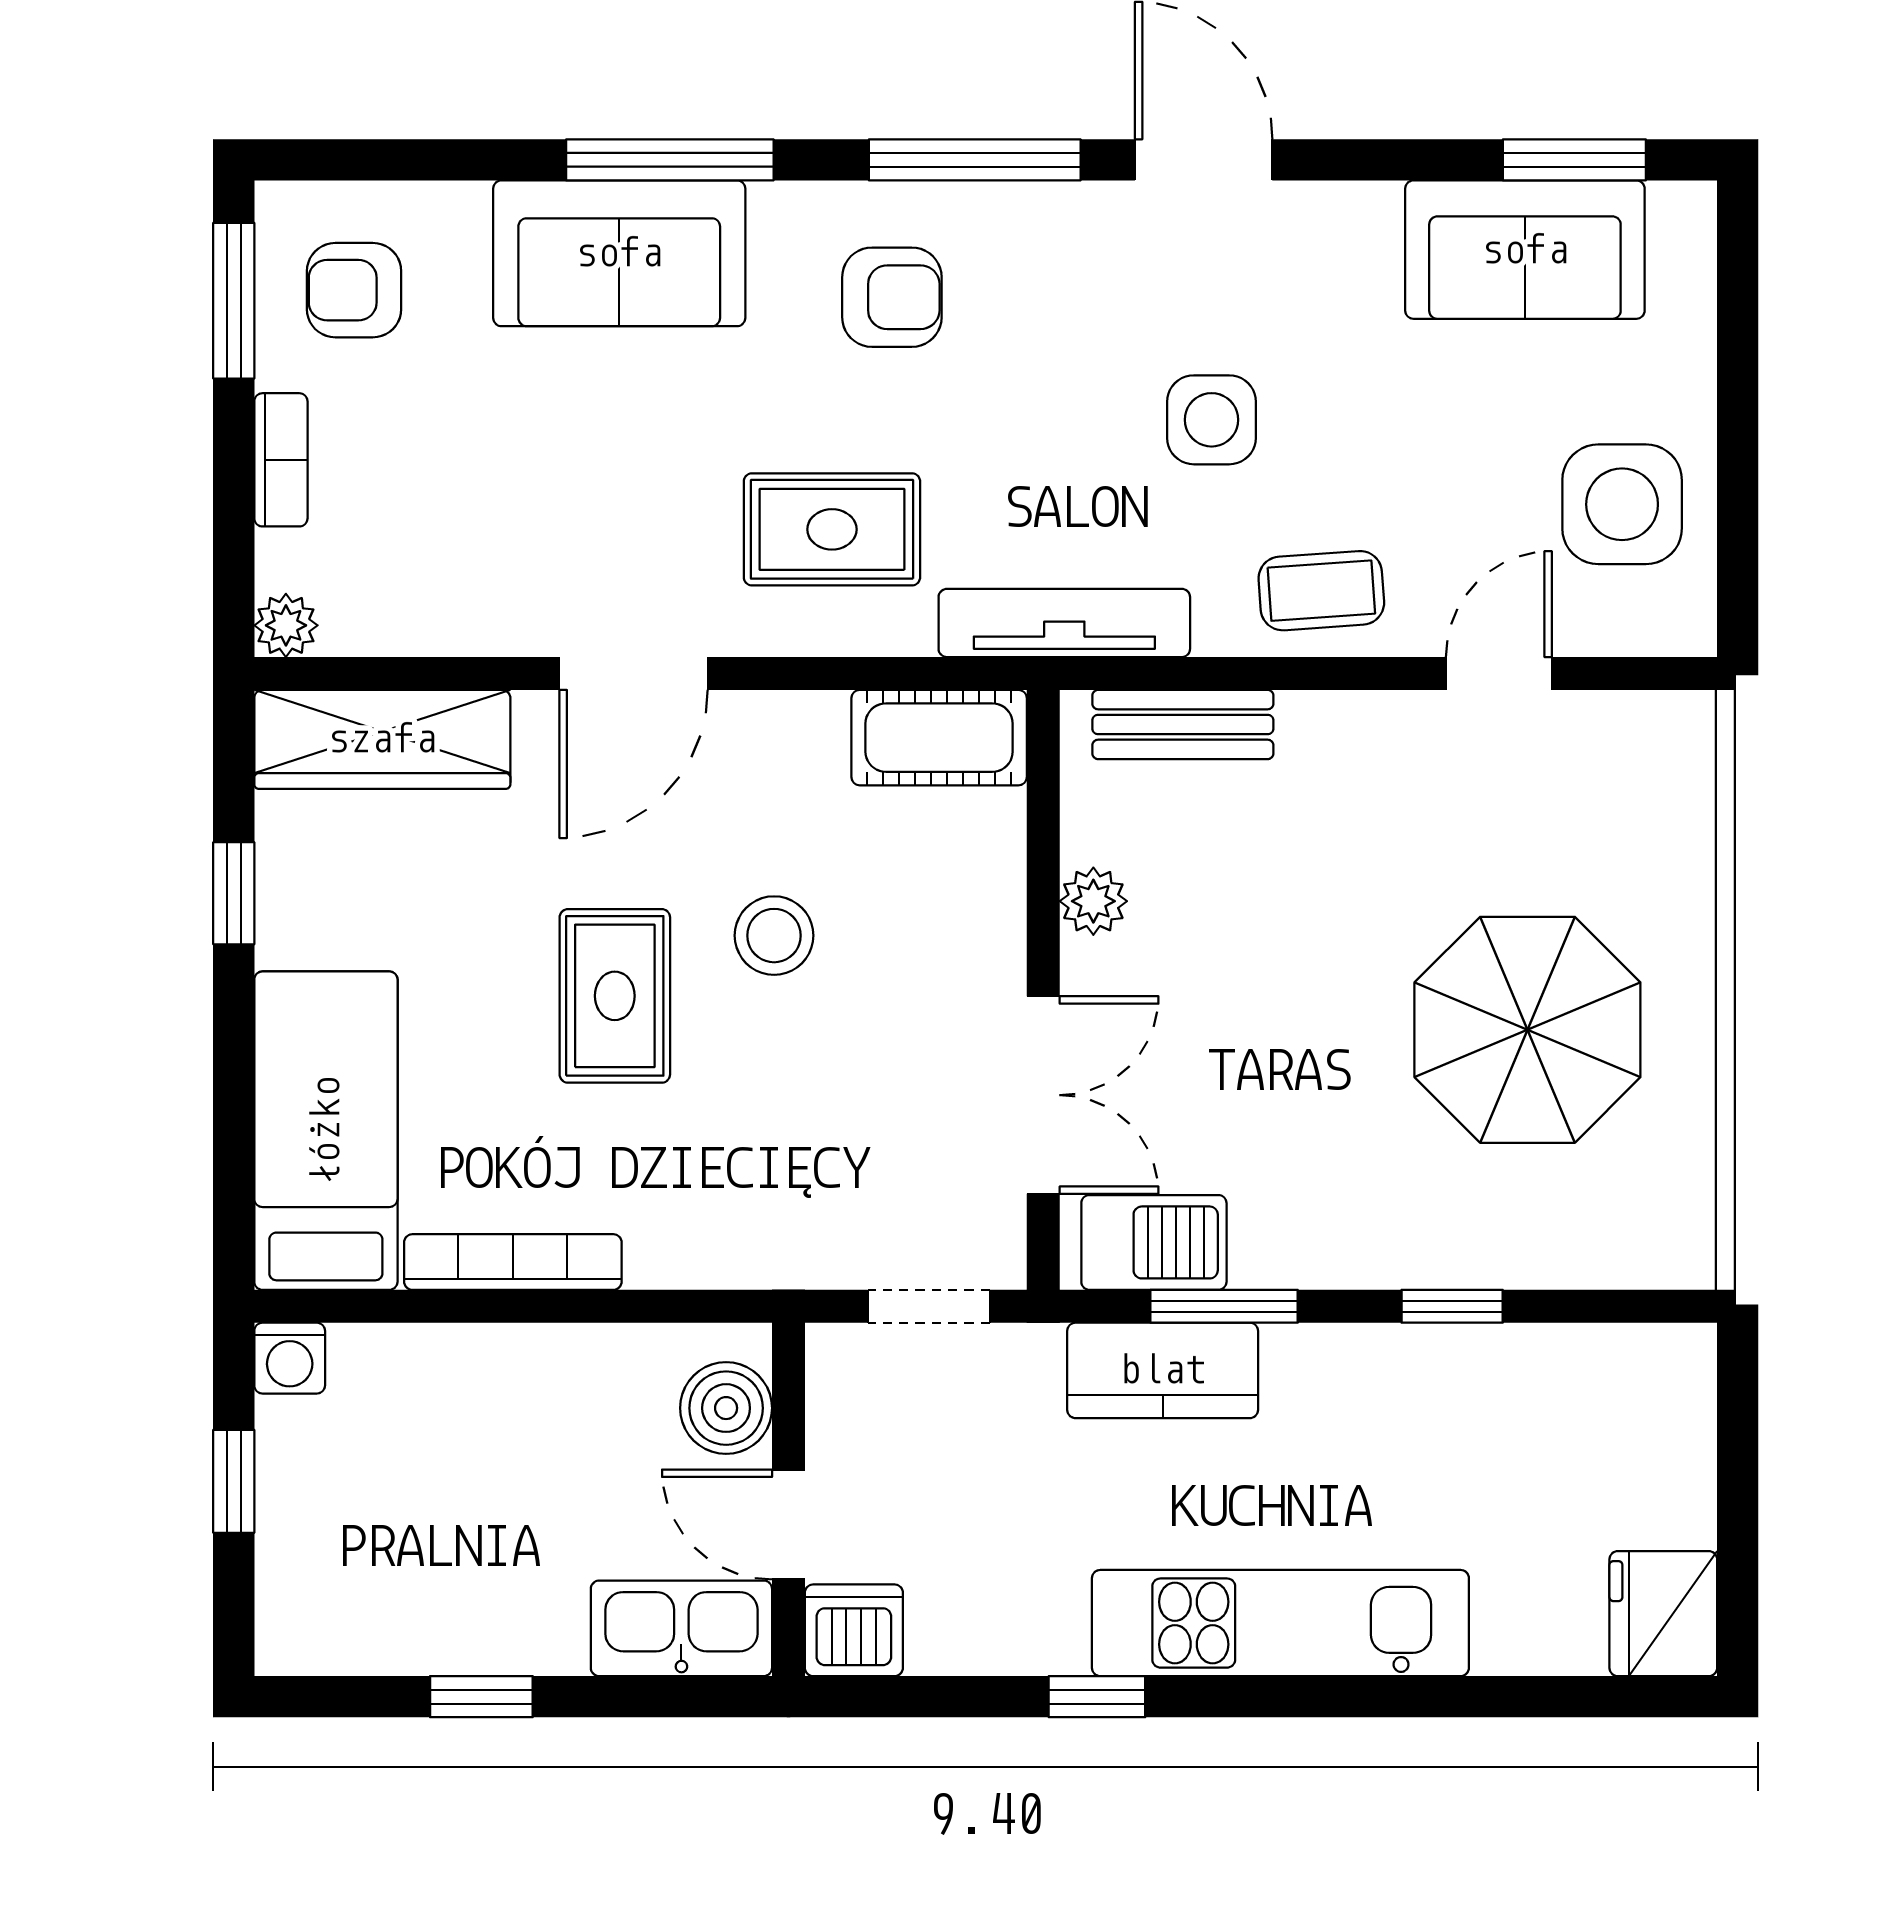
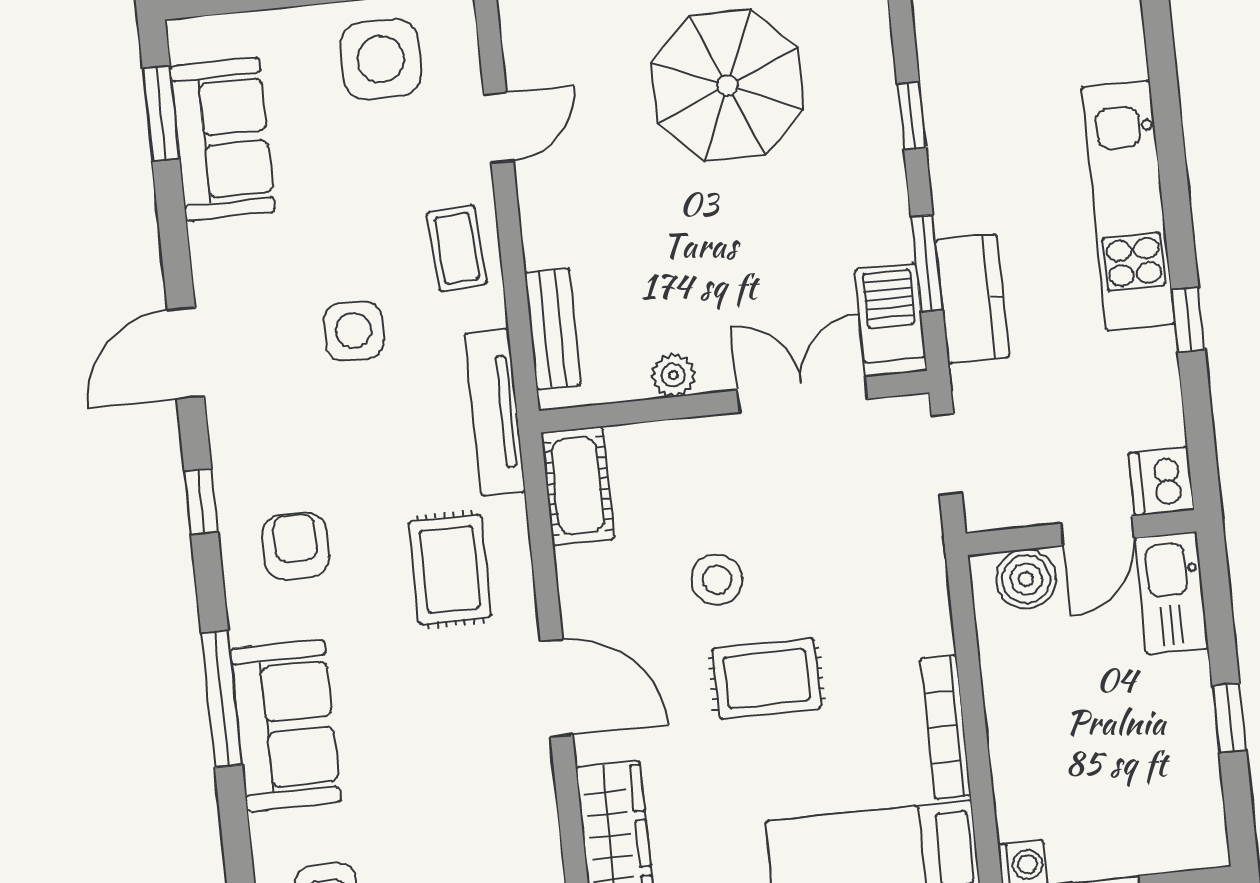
window: (975, 160) -> (201, 501), width x0.46
door: (1499, 673) -> (499, 128), swing flipped

